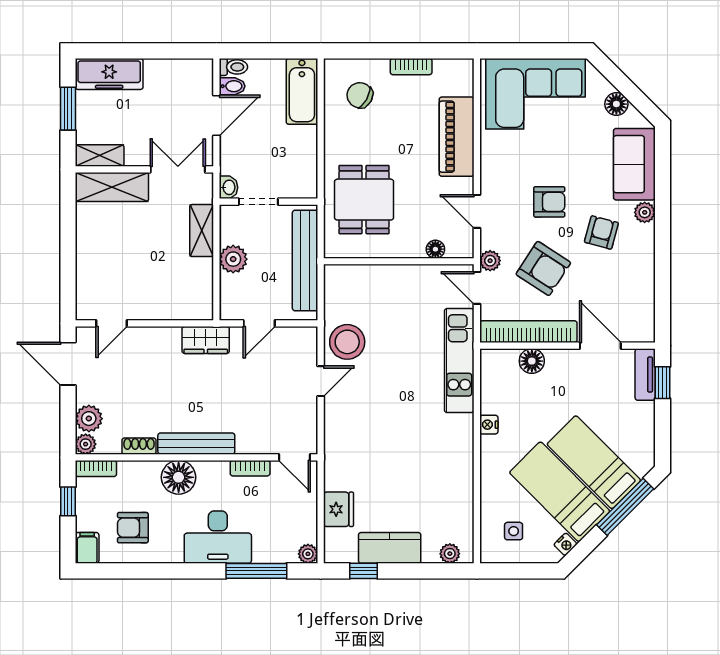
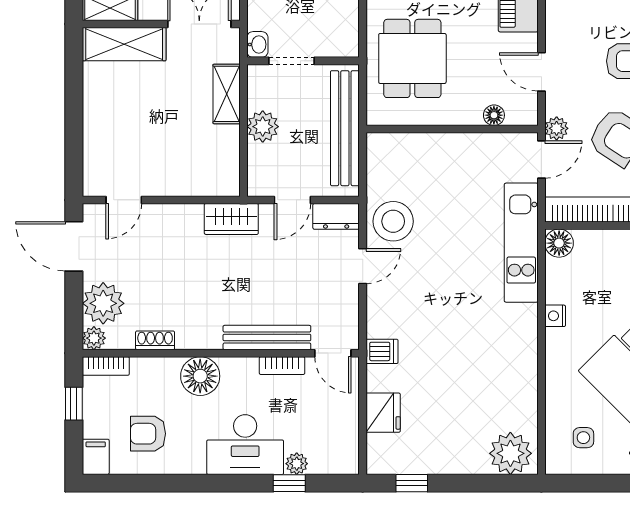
door: (477, 288) -> (541, 159), swing flipped
dresser: (297, 338) -> (336, 216), added
floor lamp: (532, 361) -> (559, 243), moved
plant: (89, 419) -> (103, 303), width x1.36, depth x1.36
bench: (196, 444) -> (267, 338), moved
dishwasher: (337, 456) -> (382, 351), added
kitchen counter: (390, 548) -> (442, 457), removed
plant: (308, 554) -> (297, 464), moved
plant: (450, 554) -> (510, 453), width x1.88, depth x1.88
window: (256, 571) -> (289, 483), width x0.46

